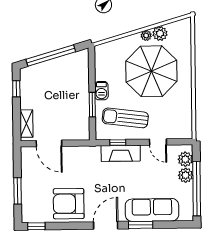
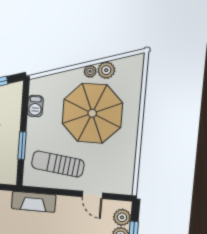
barbecue: (101, 91) -> (35, 106), moved
window: (118, 143) -> (47, 191), removed
fireplace: (121, 153) -> (34, 202), moved

